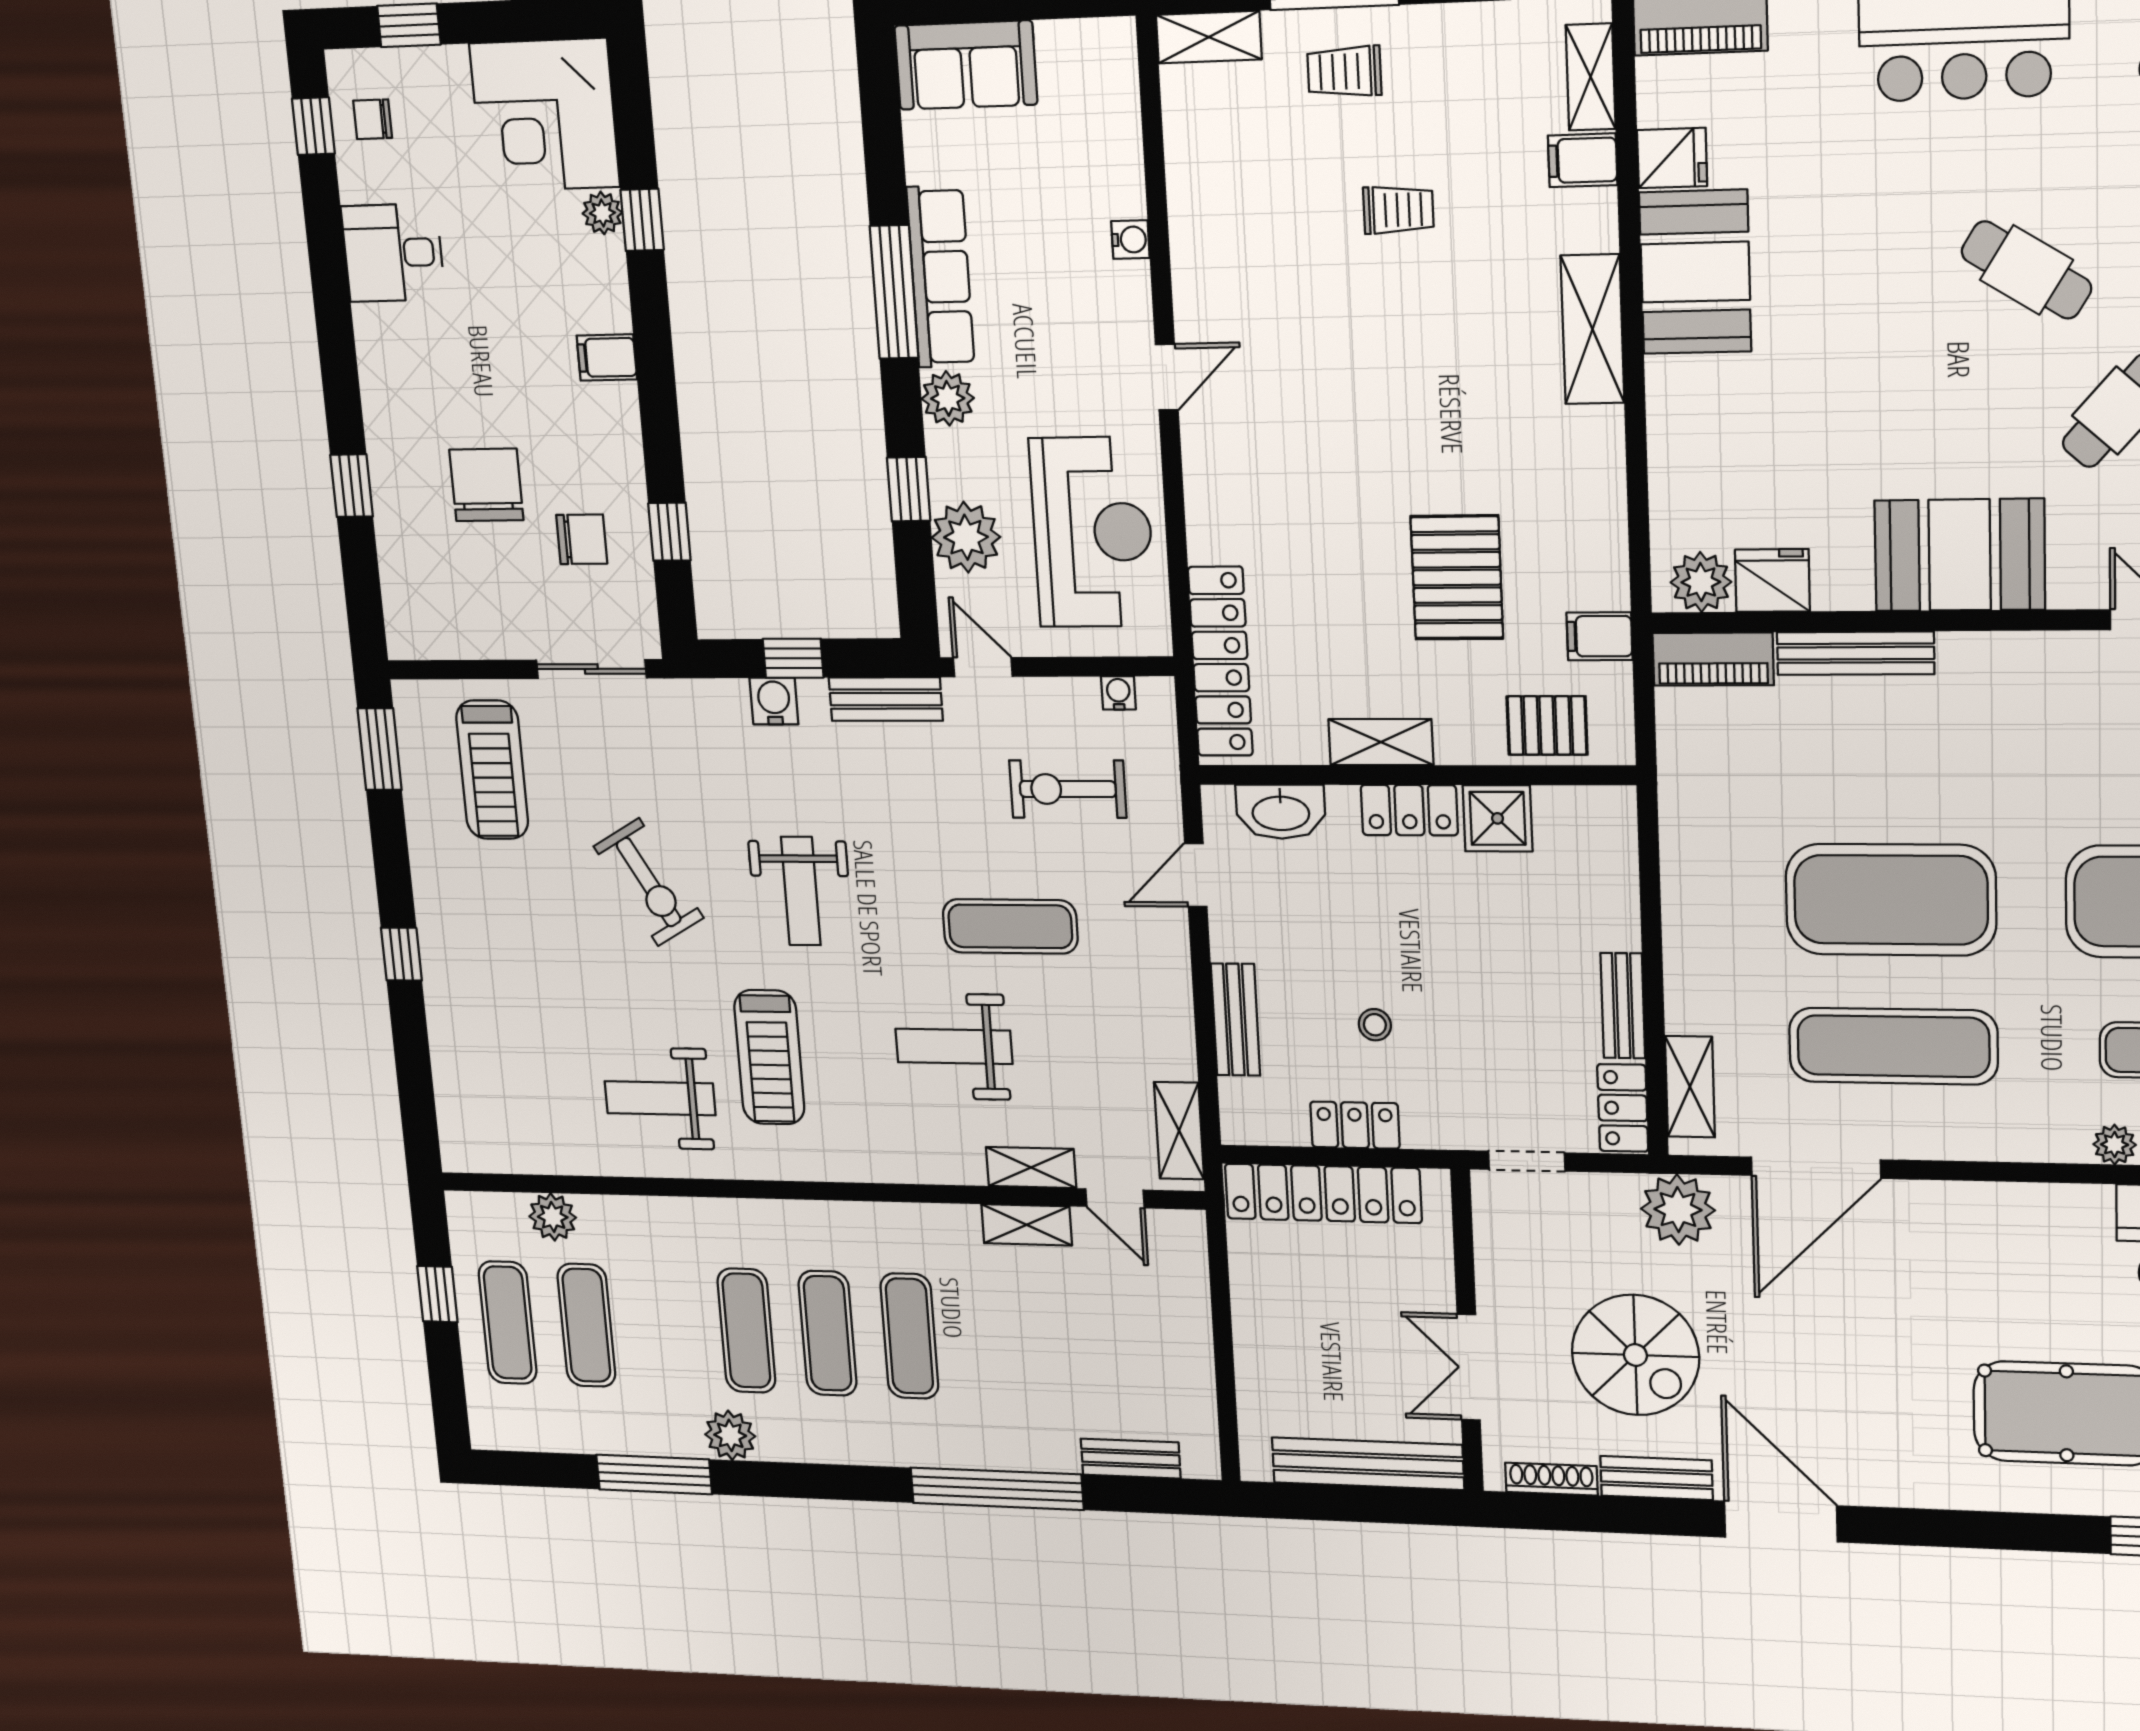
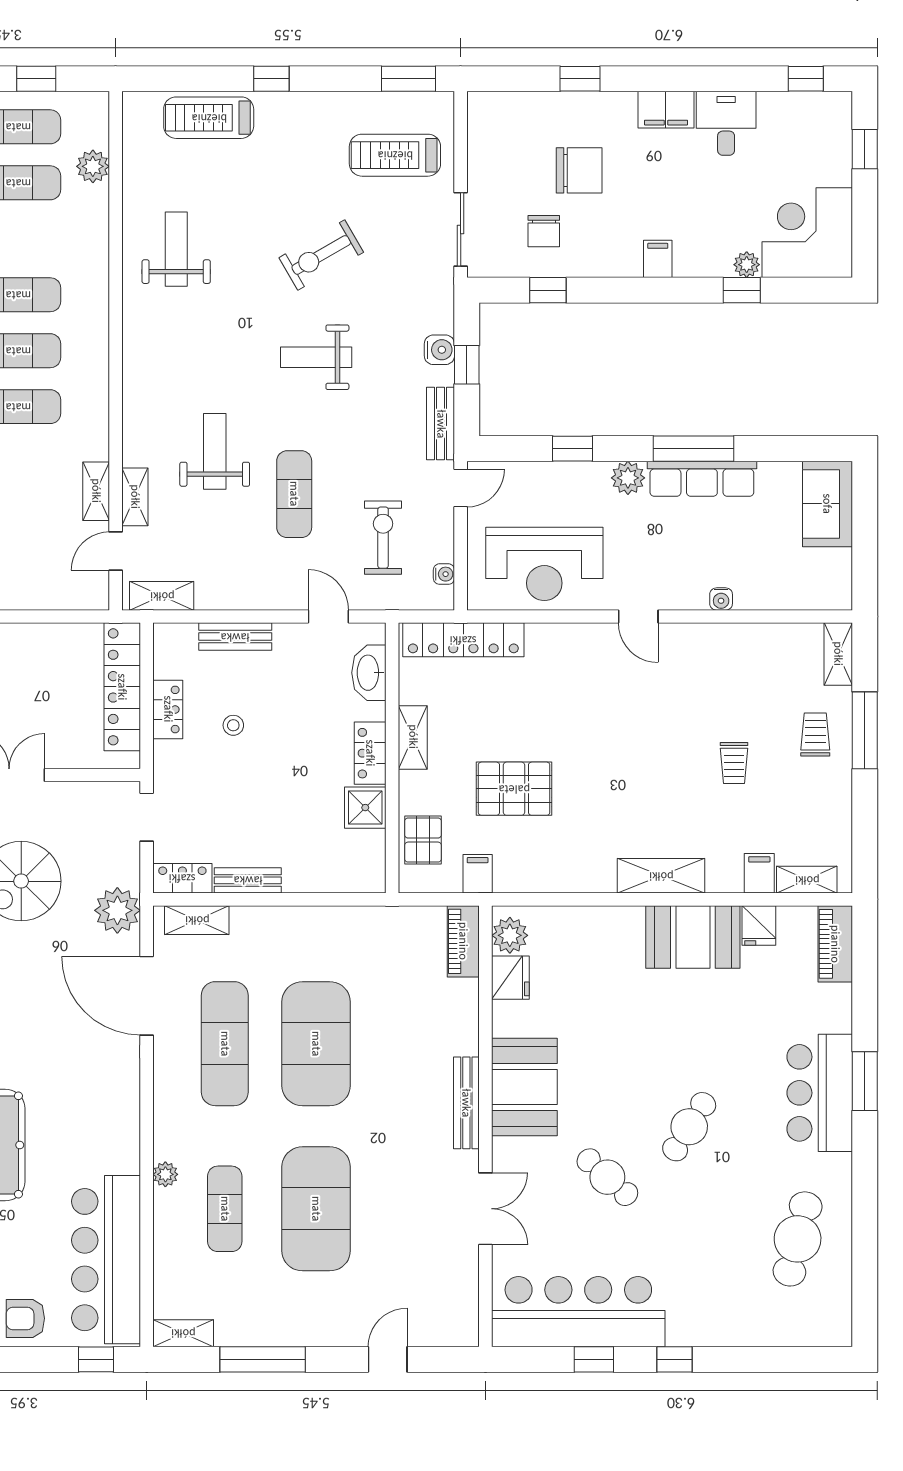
chair: (373, 119) -> (809, 119), removed
filing cabinet: (383, 349) -> (666, 110), added
plant: (966, 537) -> (542, 483), removed
bench: (1855, 653) -> (466, 1103), moved
treadmill: (769, 1057) -> (209, 118), moved

